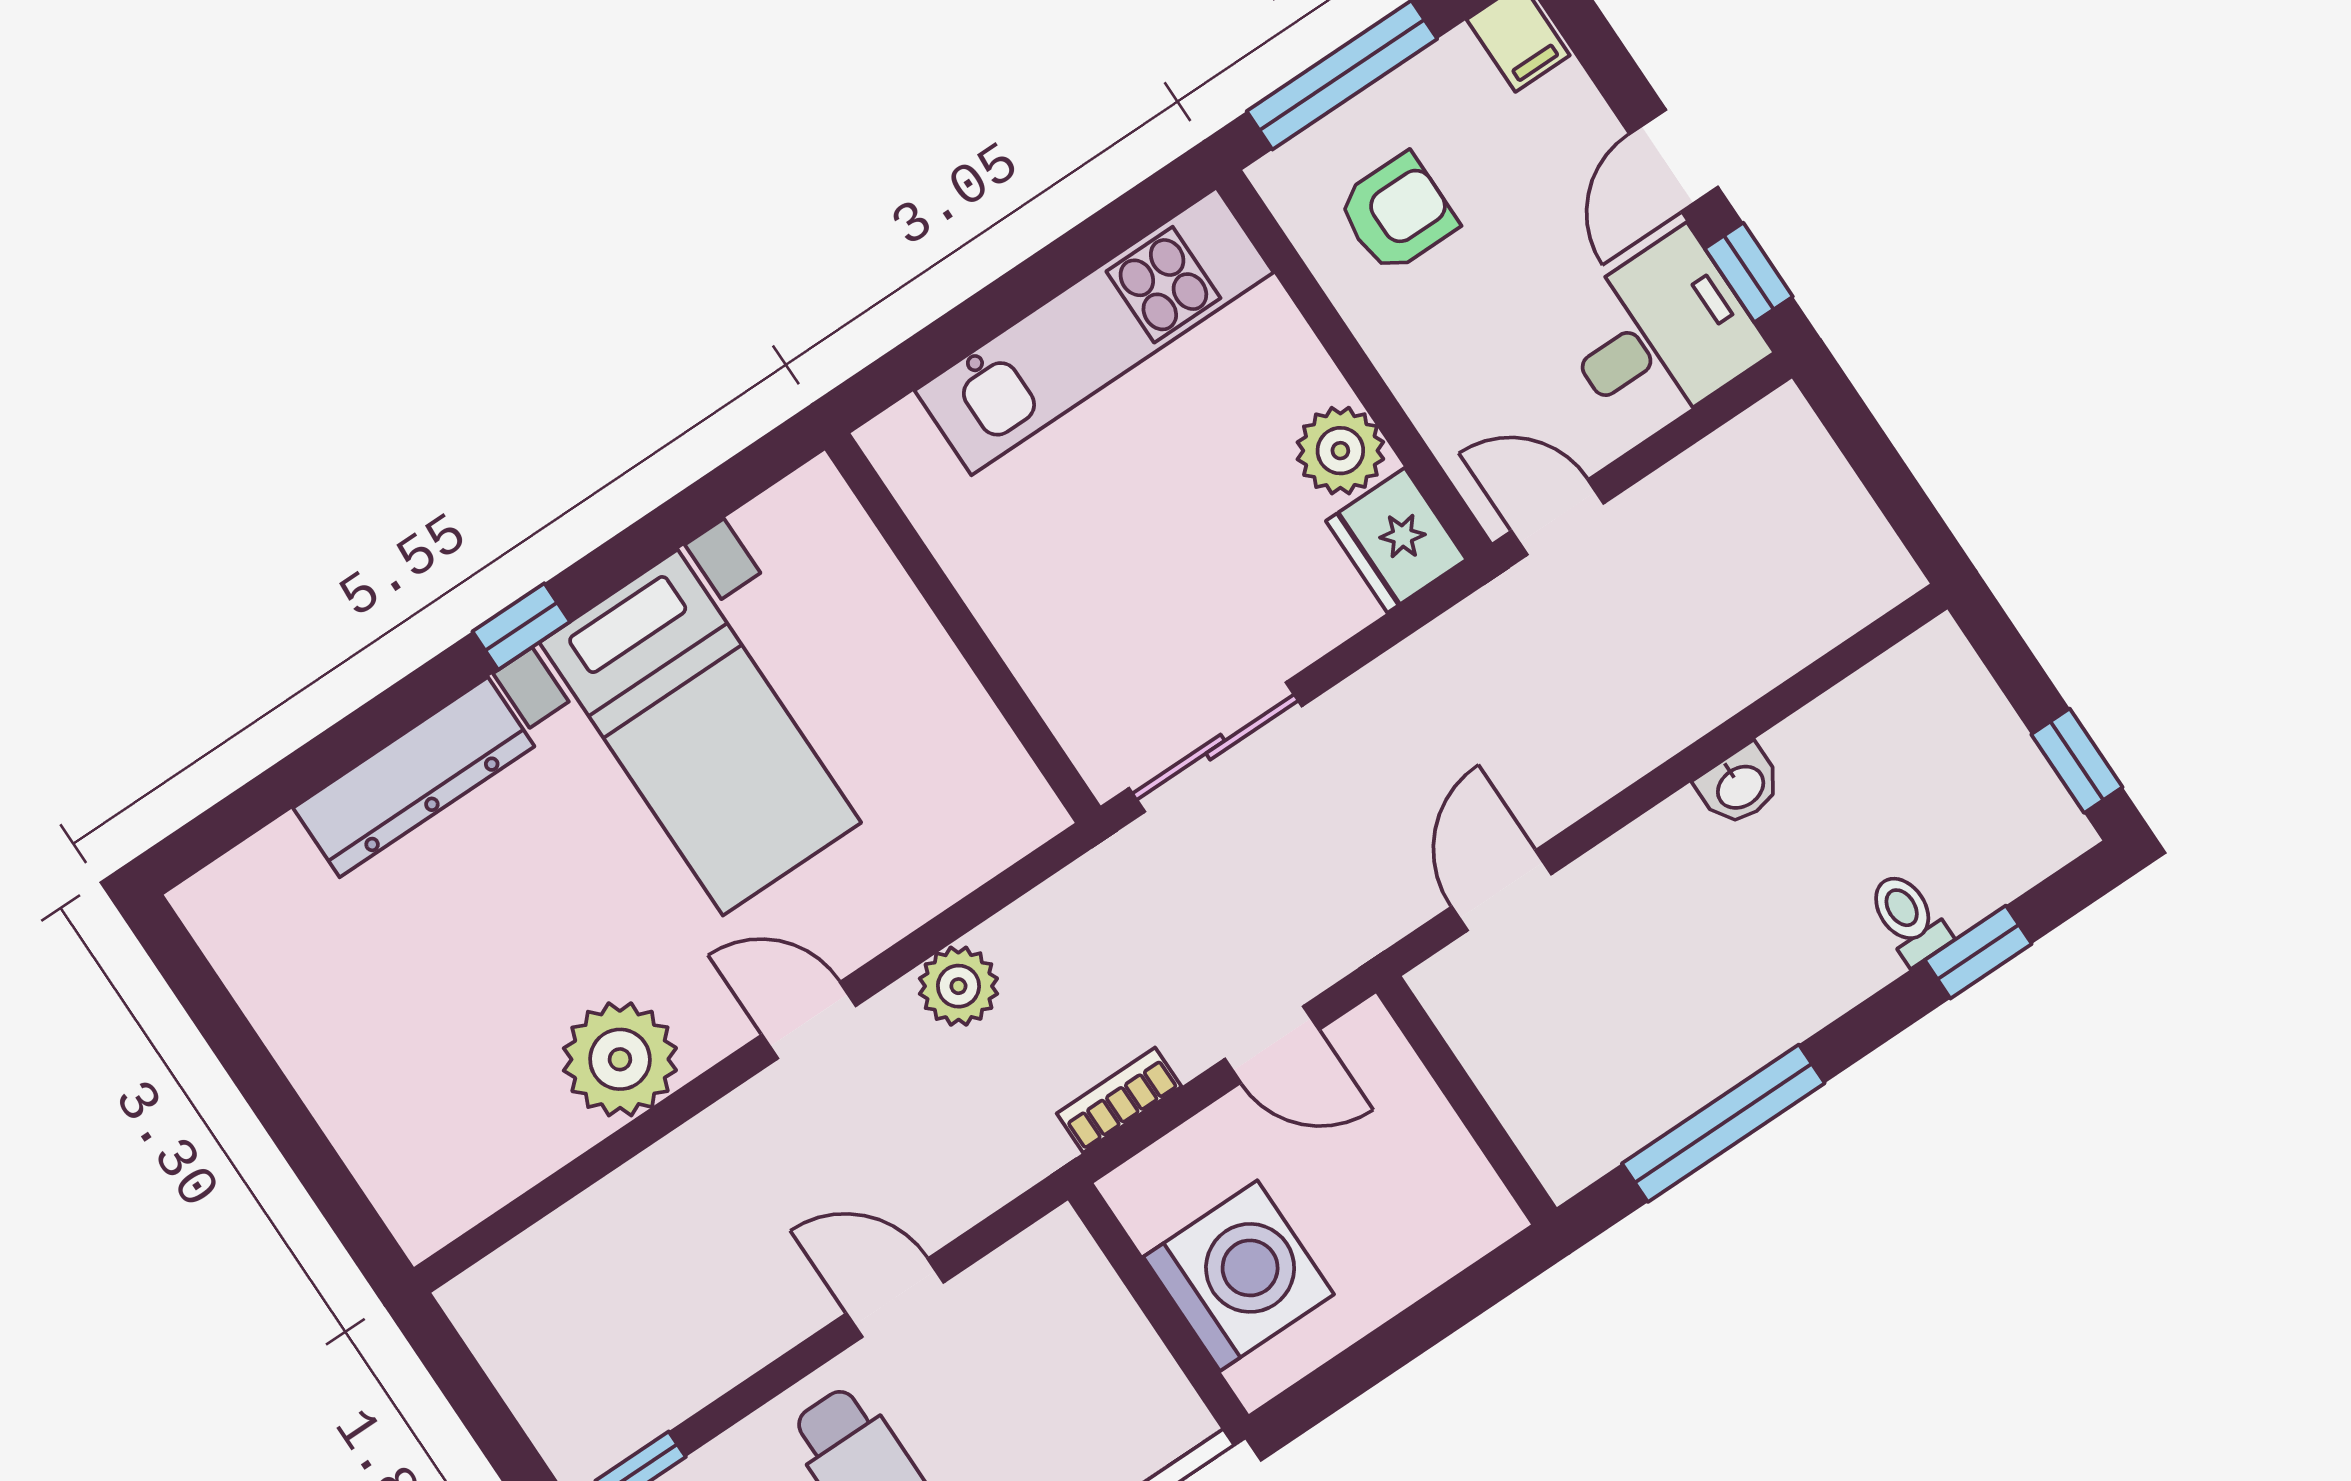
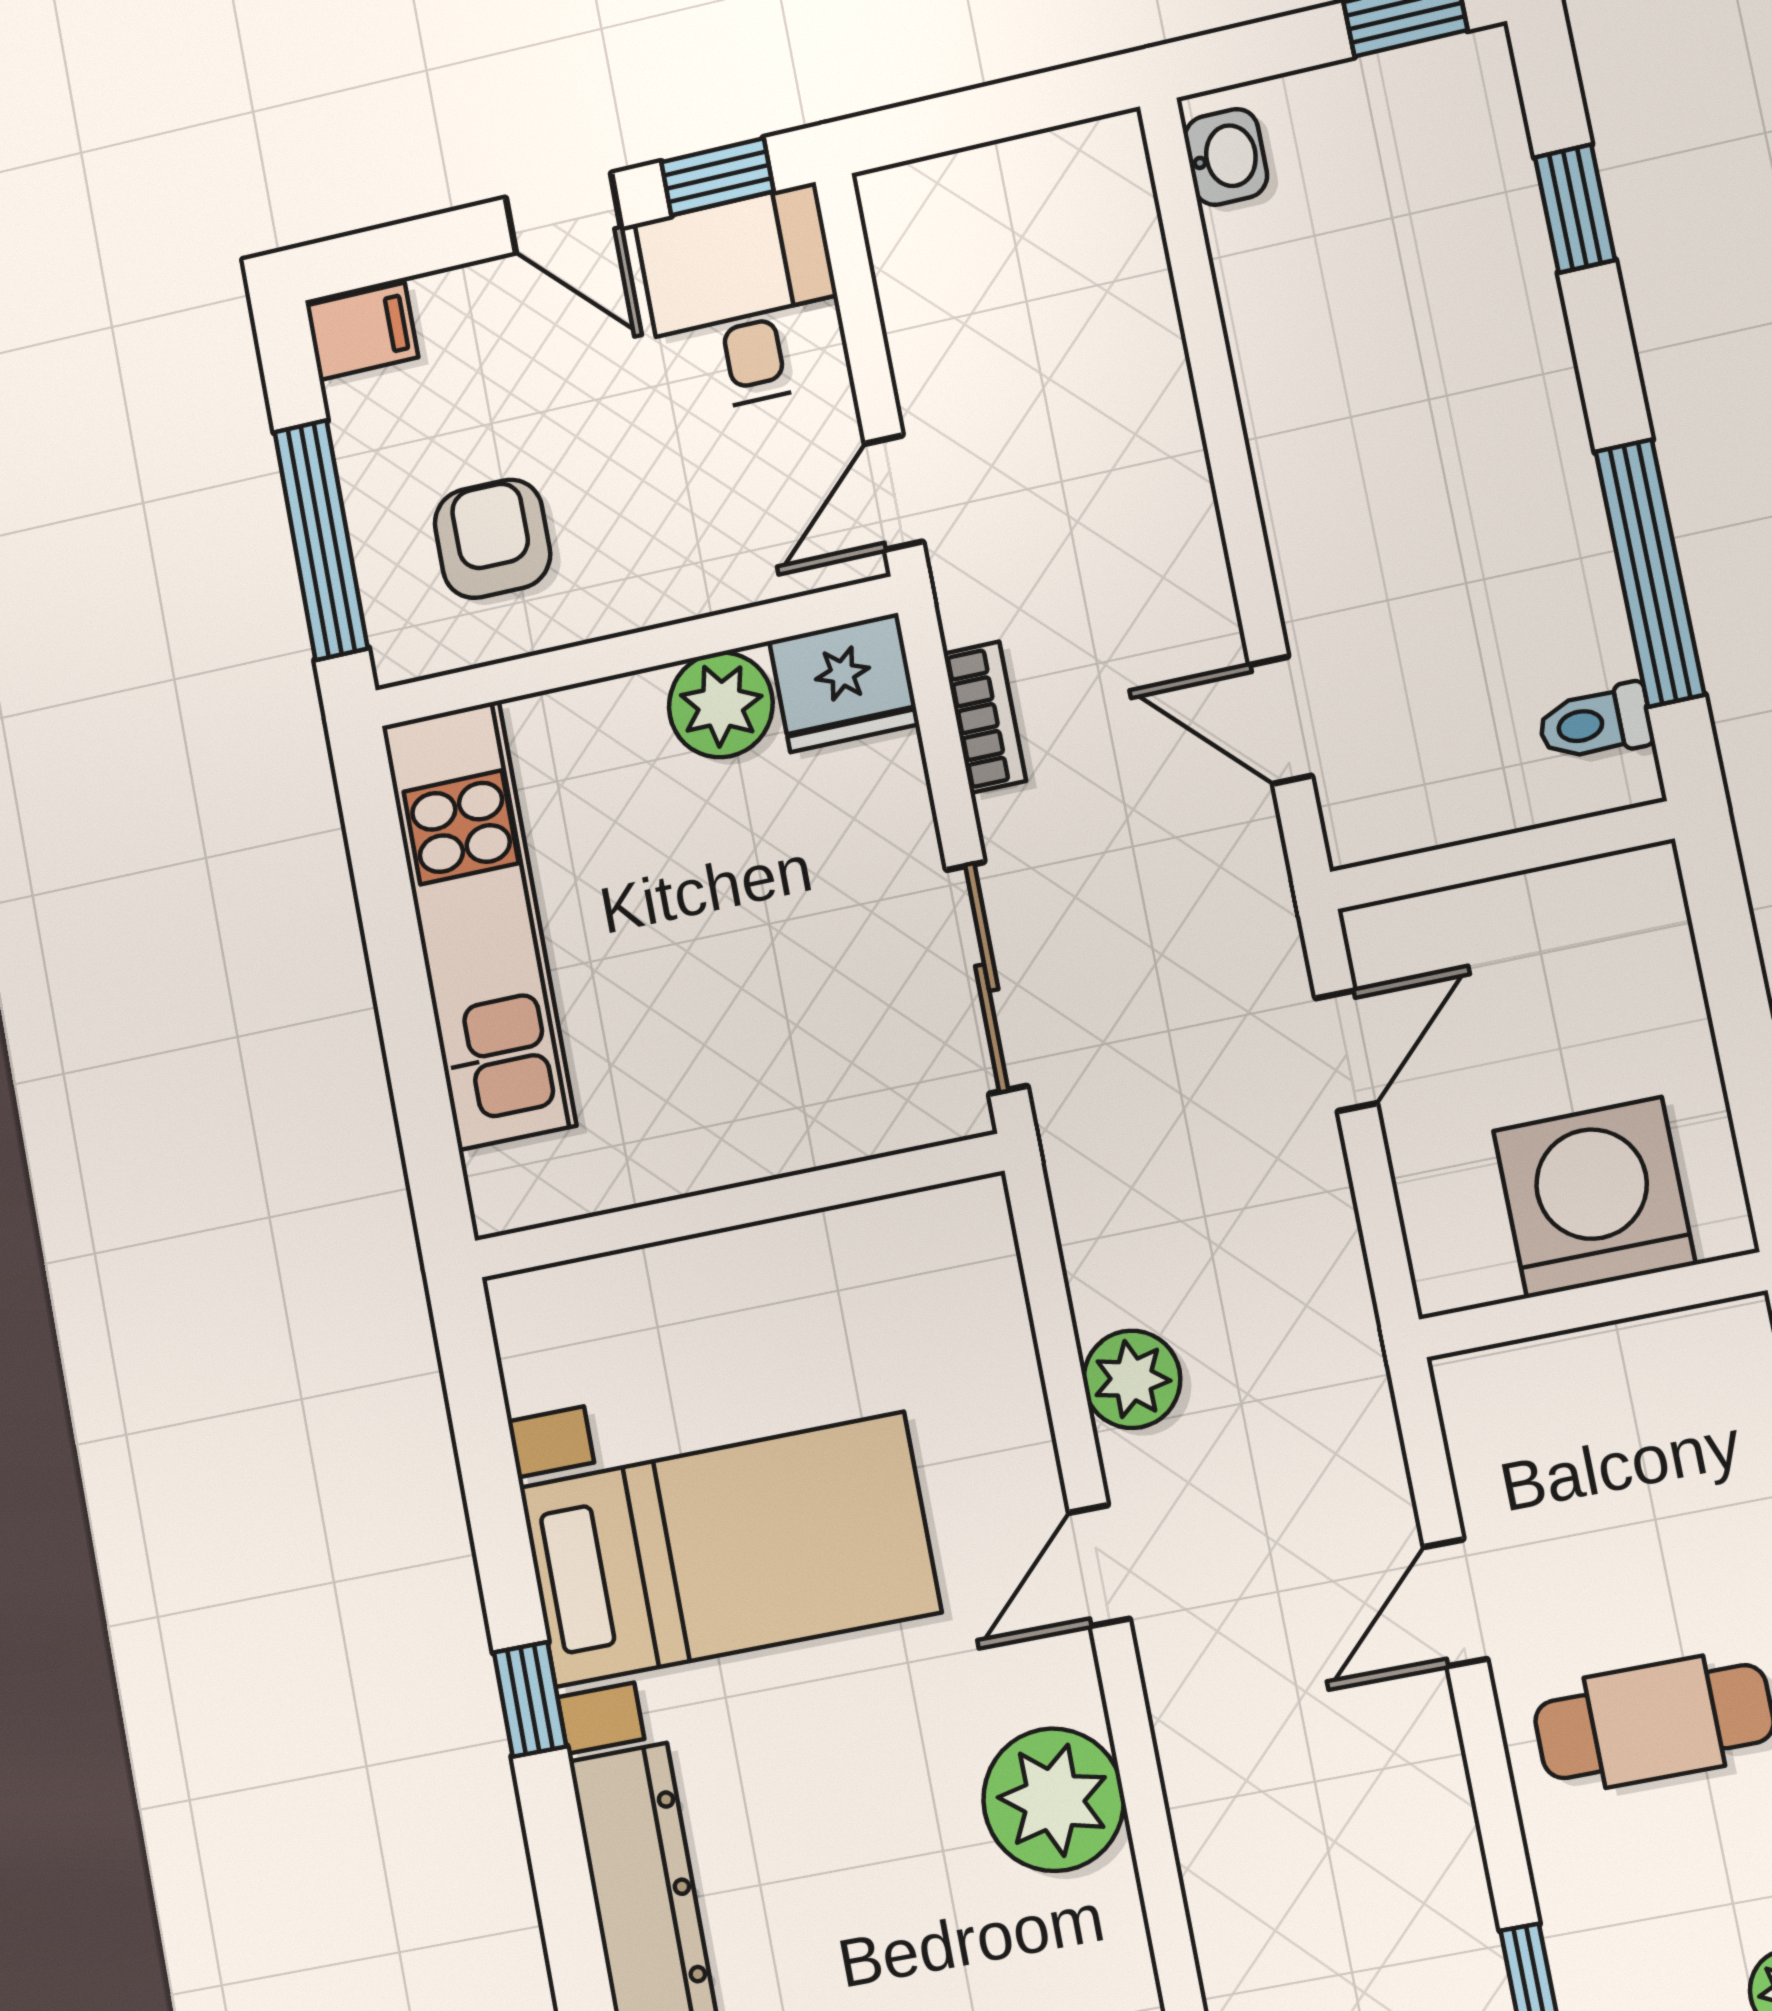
washbasin: (1740, 786) -> (1226, 157), moved
toilet: (1909, 918) -> (1595, 723), moved
bookcase: (1119, 1100) -> (985, 717), moved, turned 180

